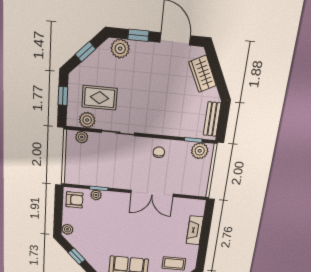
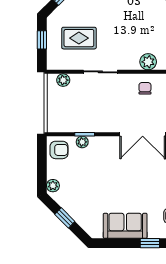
plant: (87, 120) -> (148, 62), moved

